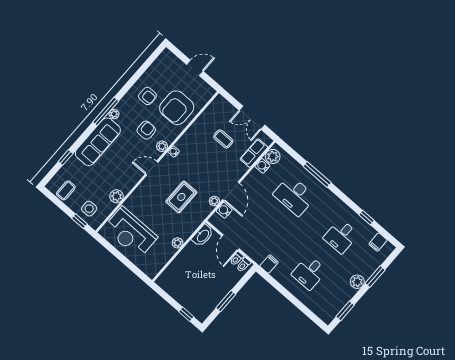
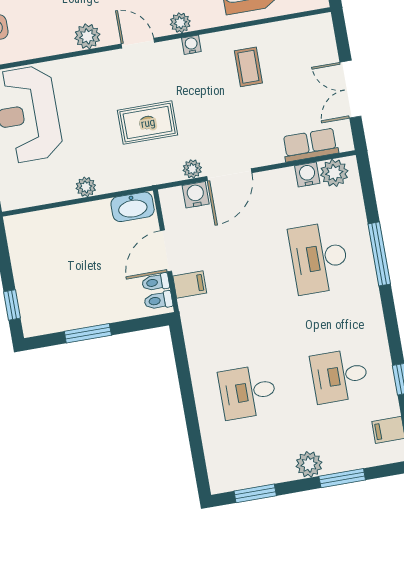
coffee table: (223, 139) -> (248, 67), moved
plant: (117, 196) -> (87, 36), moved
filing cabinet: (269, 264) -> (190, 284), moved

